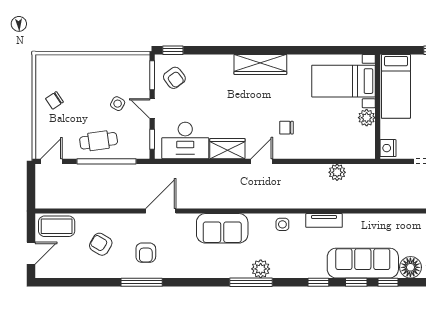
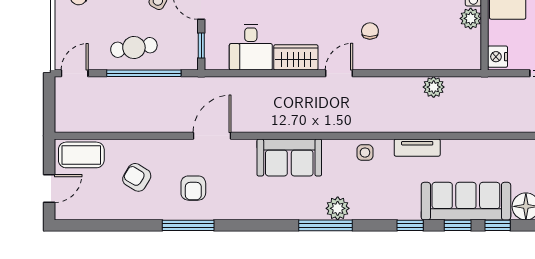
chair: (286, 128) -> (370, 31), turned 90
desk: (185, 140) -> (251, 47), width x0.73

